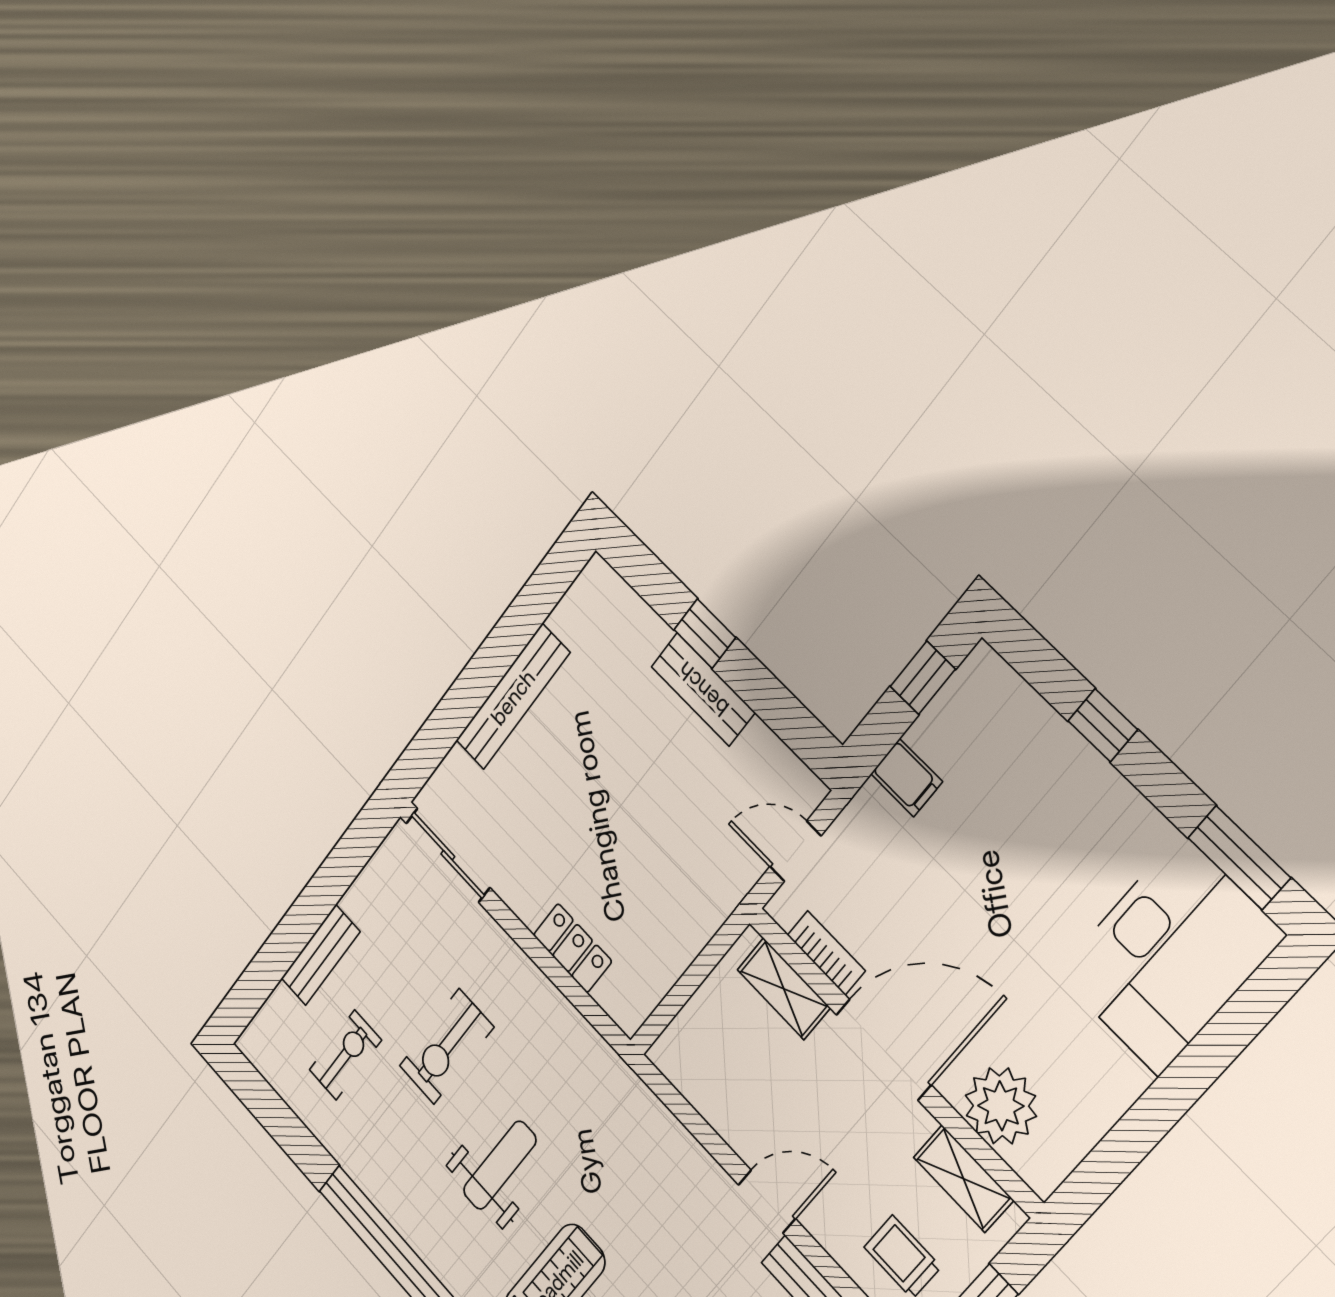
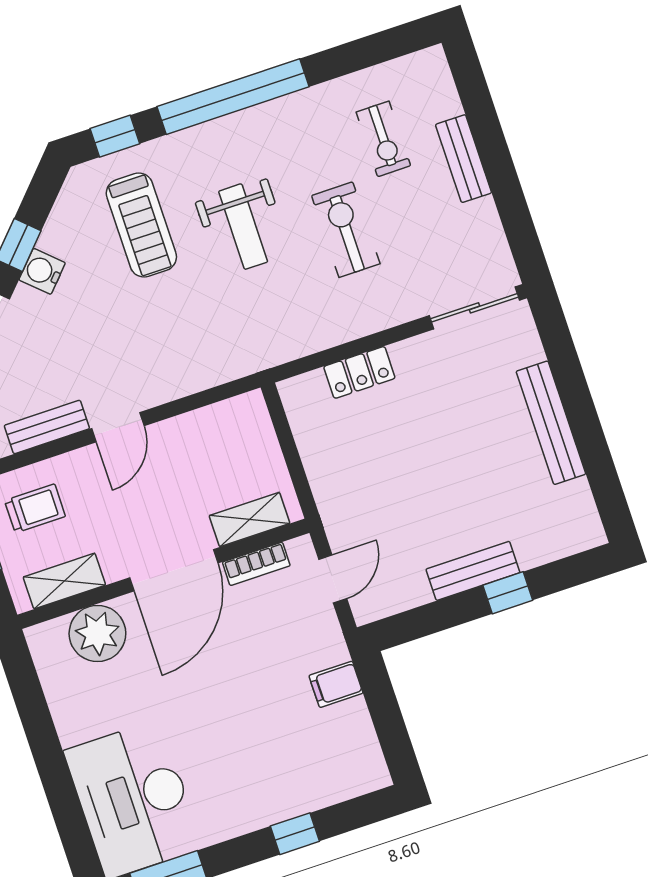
window: (923, 678) -> (391, 731), removed

